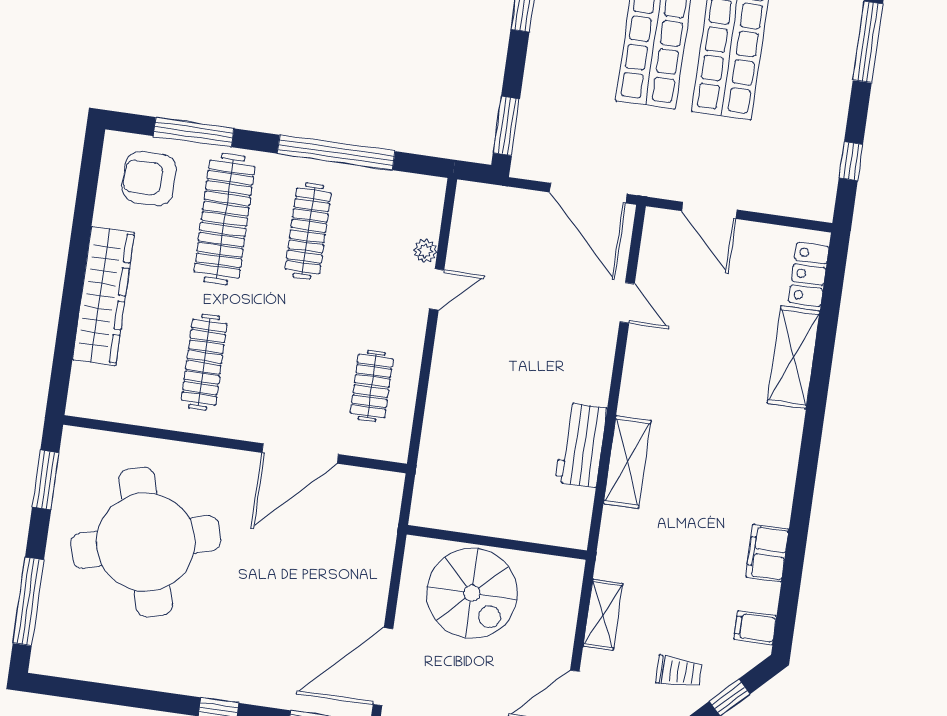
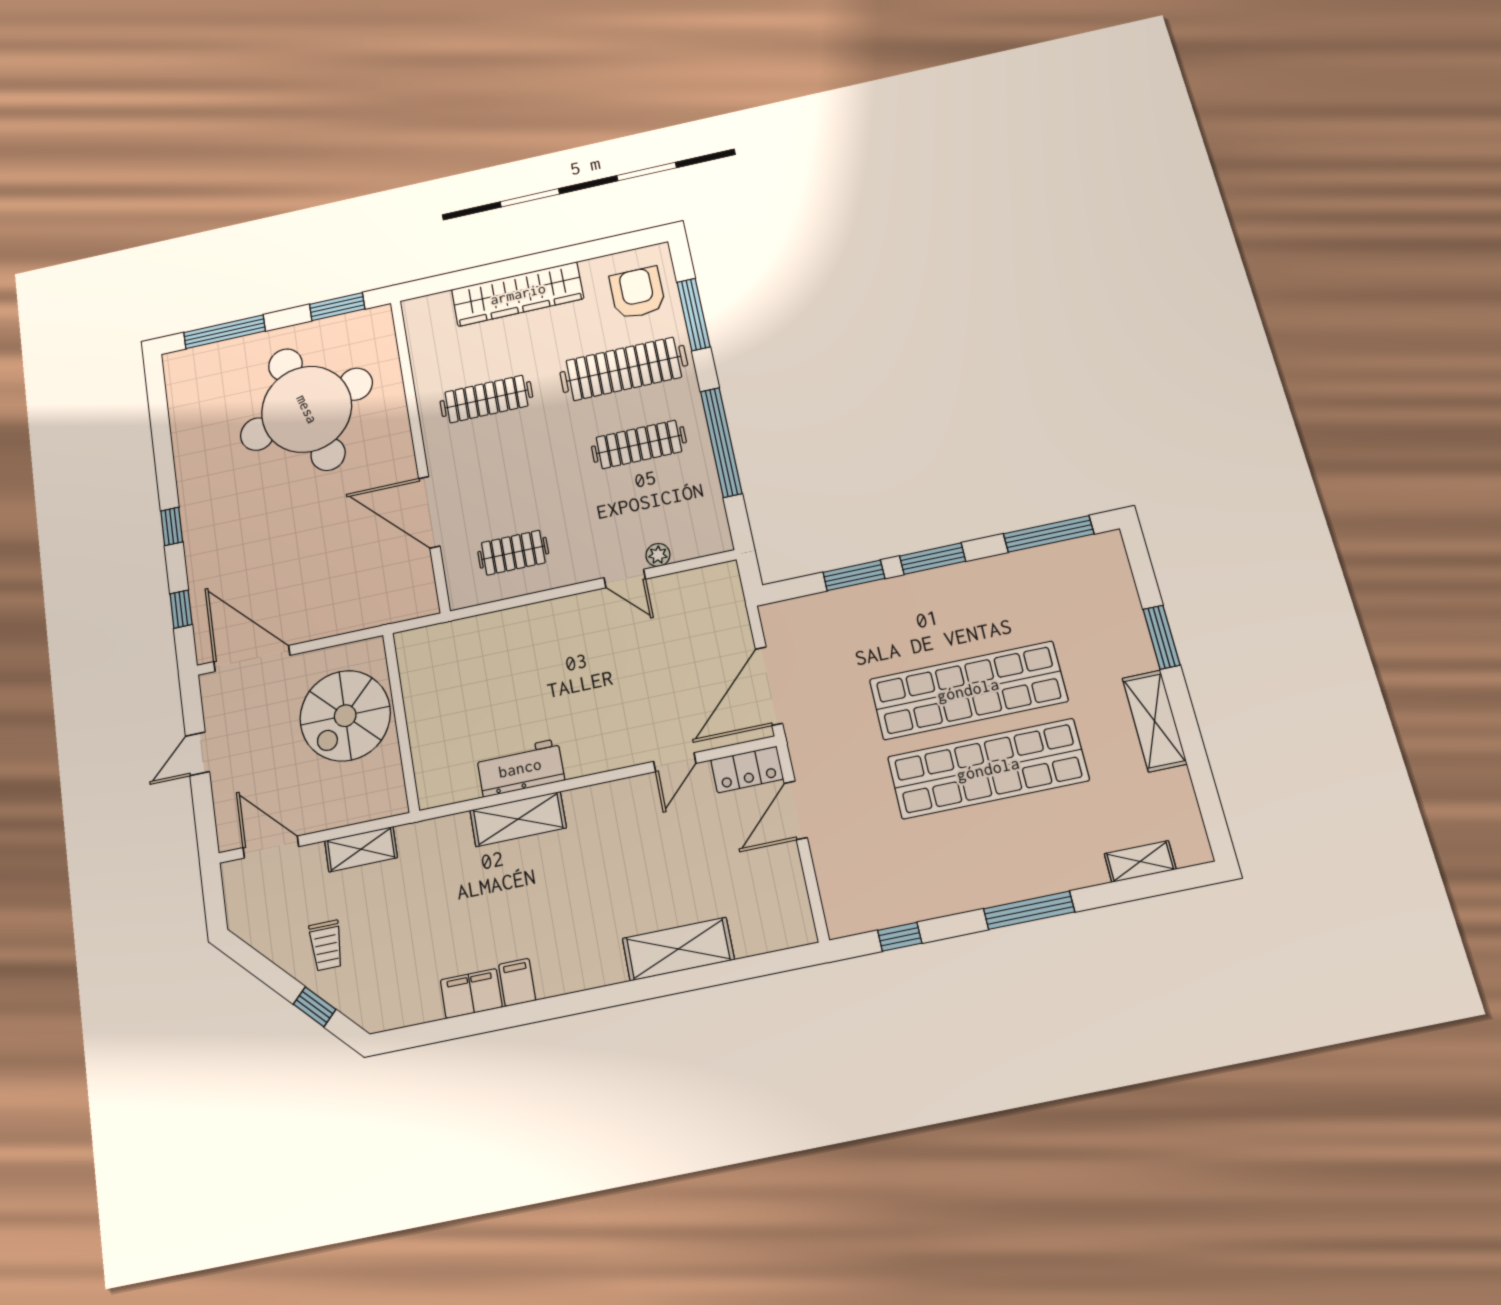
window: (506, 126) -> (854, 575), moved
locker: (809, 274) -> (747, 769), moved, turned 180
filing cabinet: (755, 628) -> (517, 982), moved

